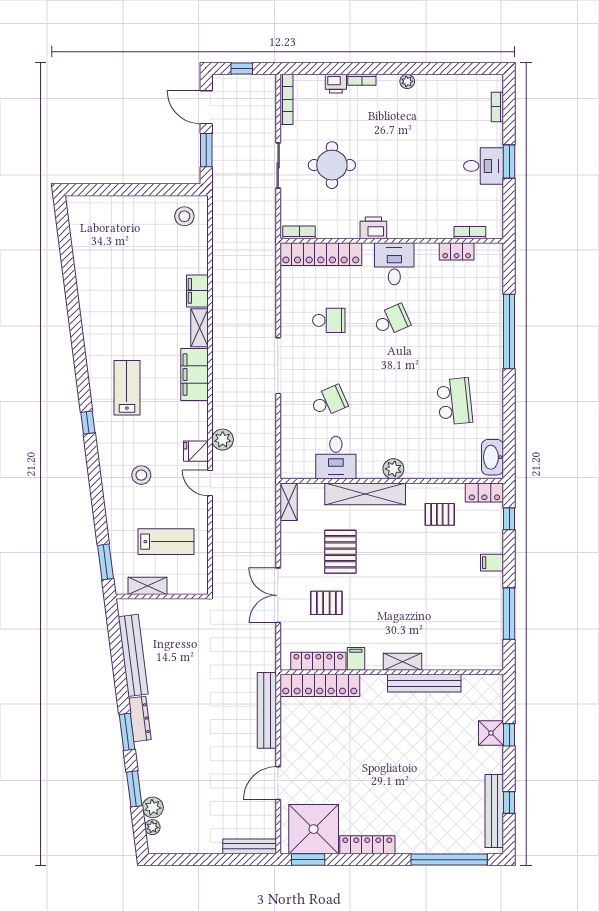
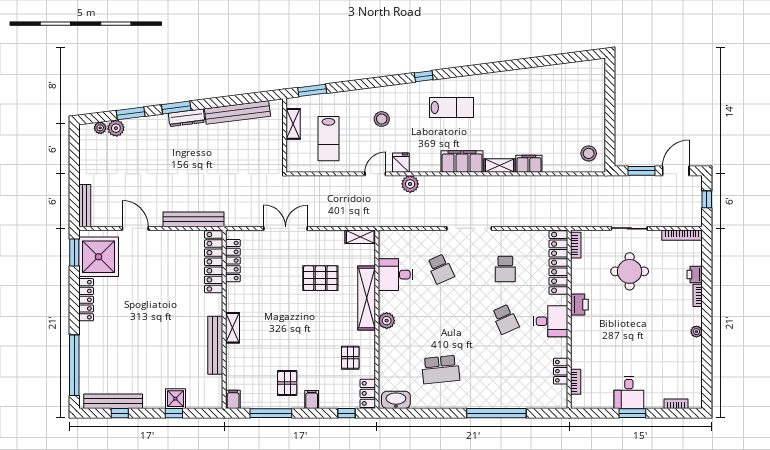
pallet: (326, 603) -> (287, 383), moved
filing cabinet: (356, 659) -> (233, 399), moved, turned -90

